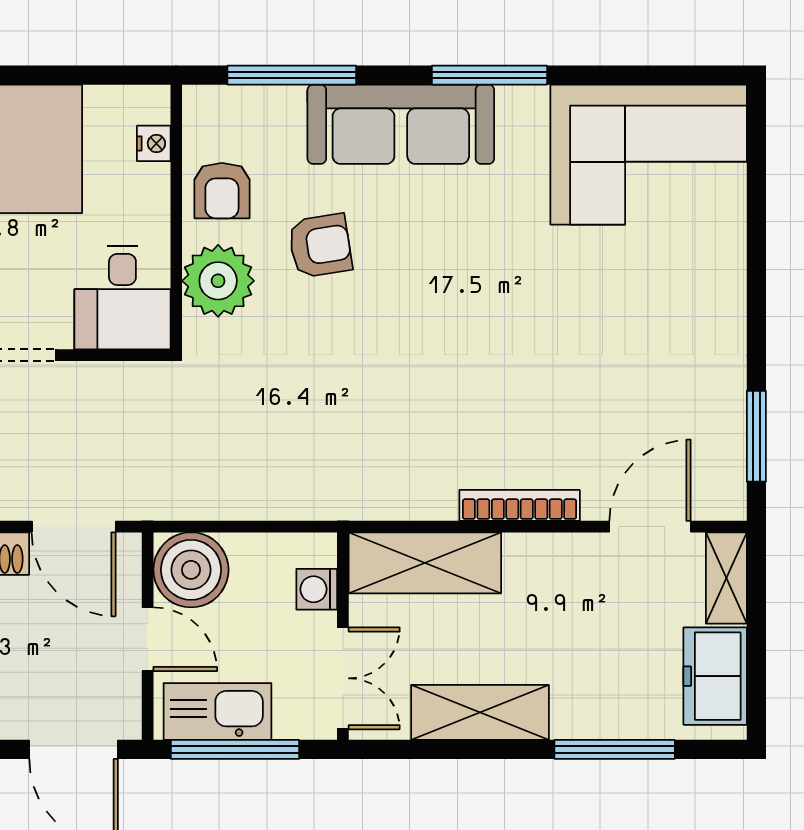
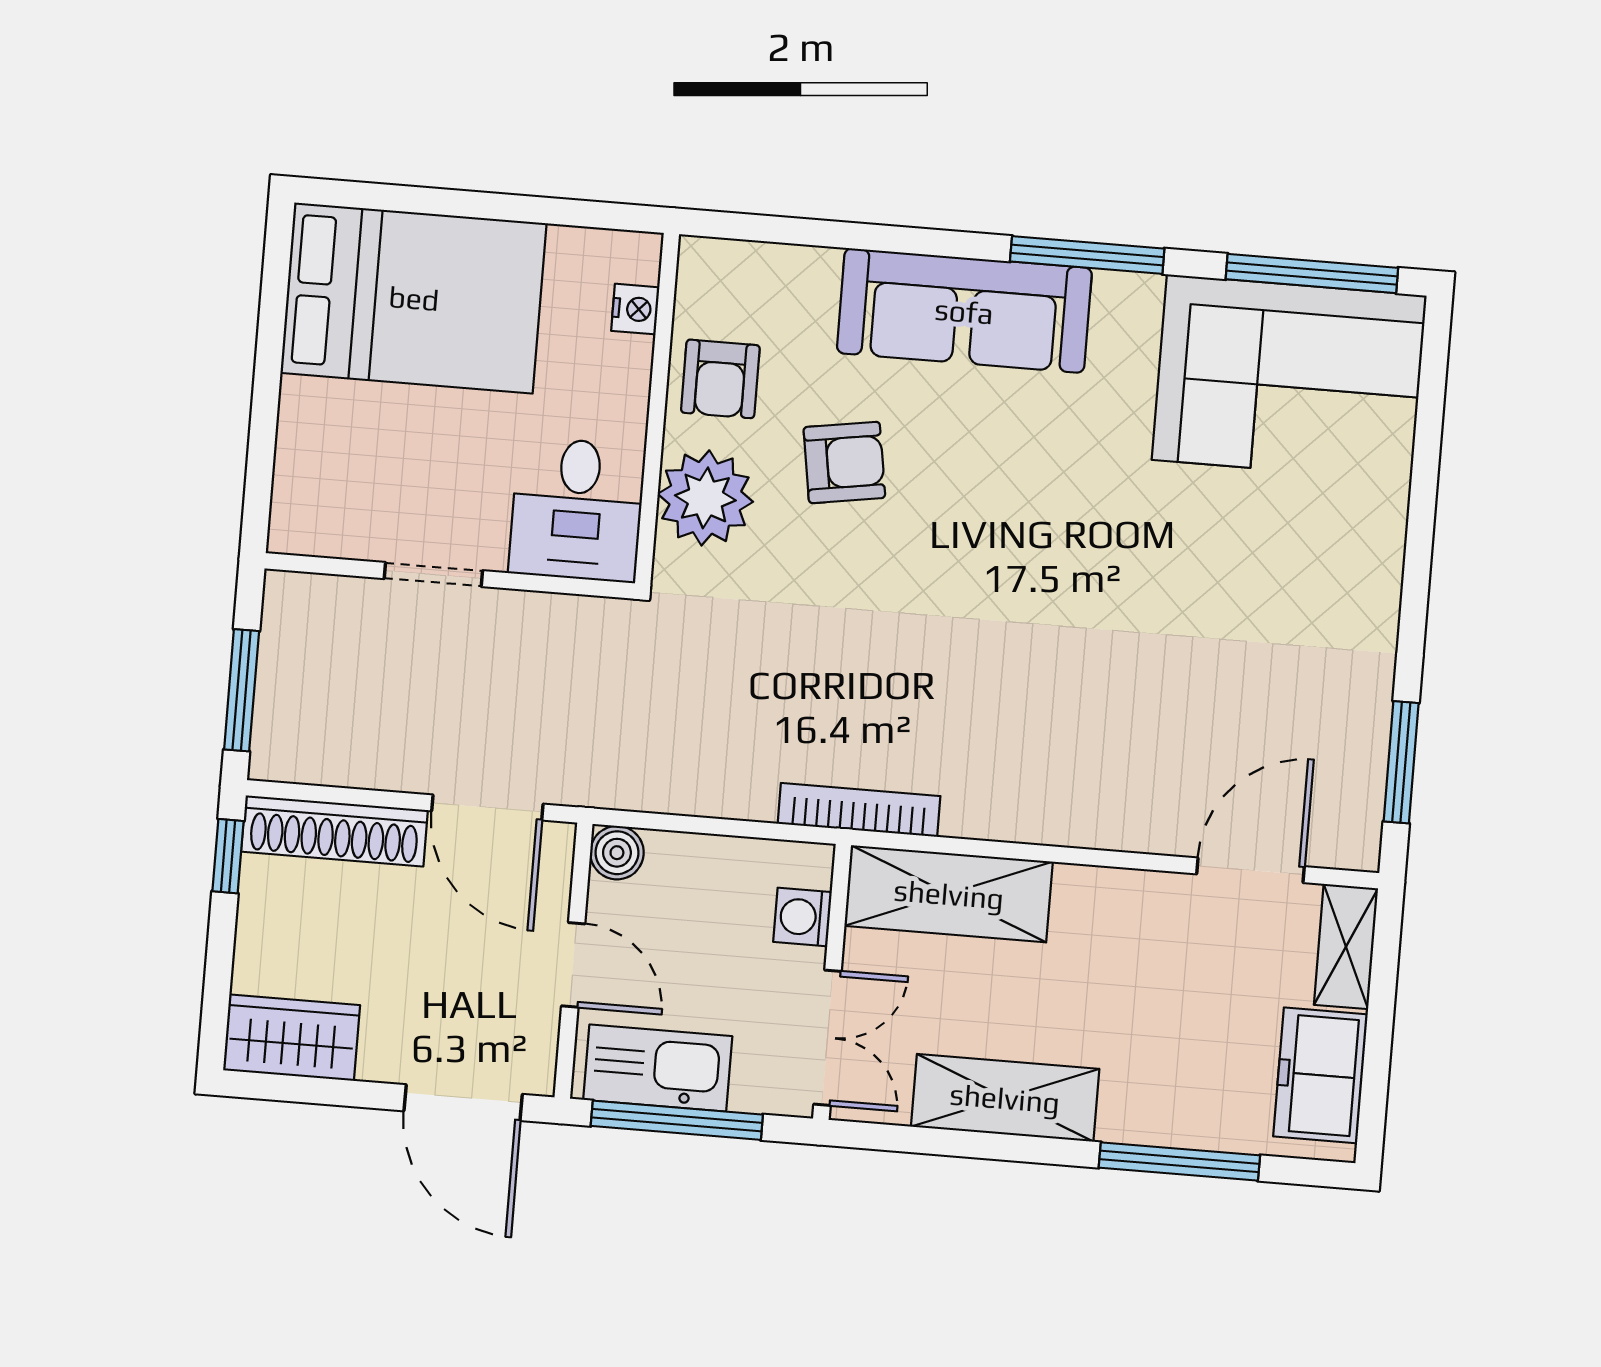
window: (292, 75) -> (1312, 273), moved
bookcase: (520, 505) -> (859, 810), moved
boiler: (191, 570) -> (617, 853), width x0.54, depth x0.54

